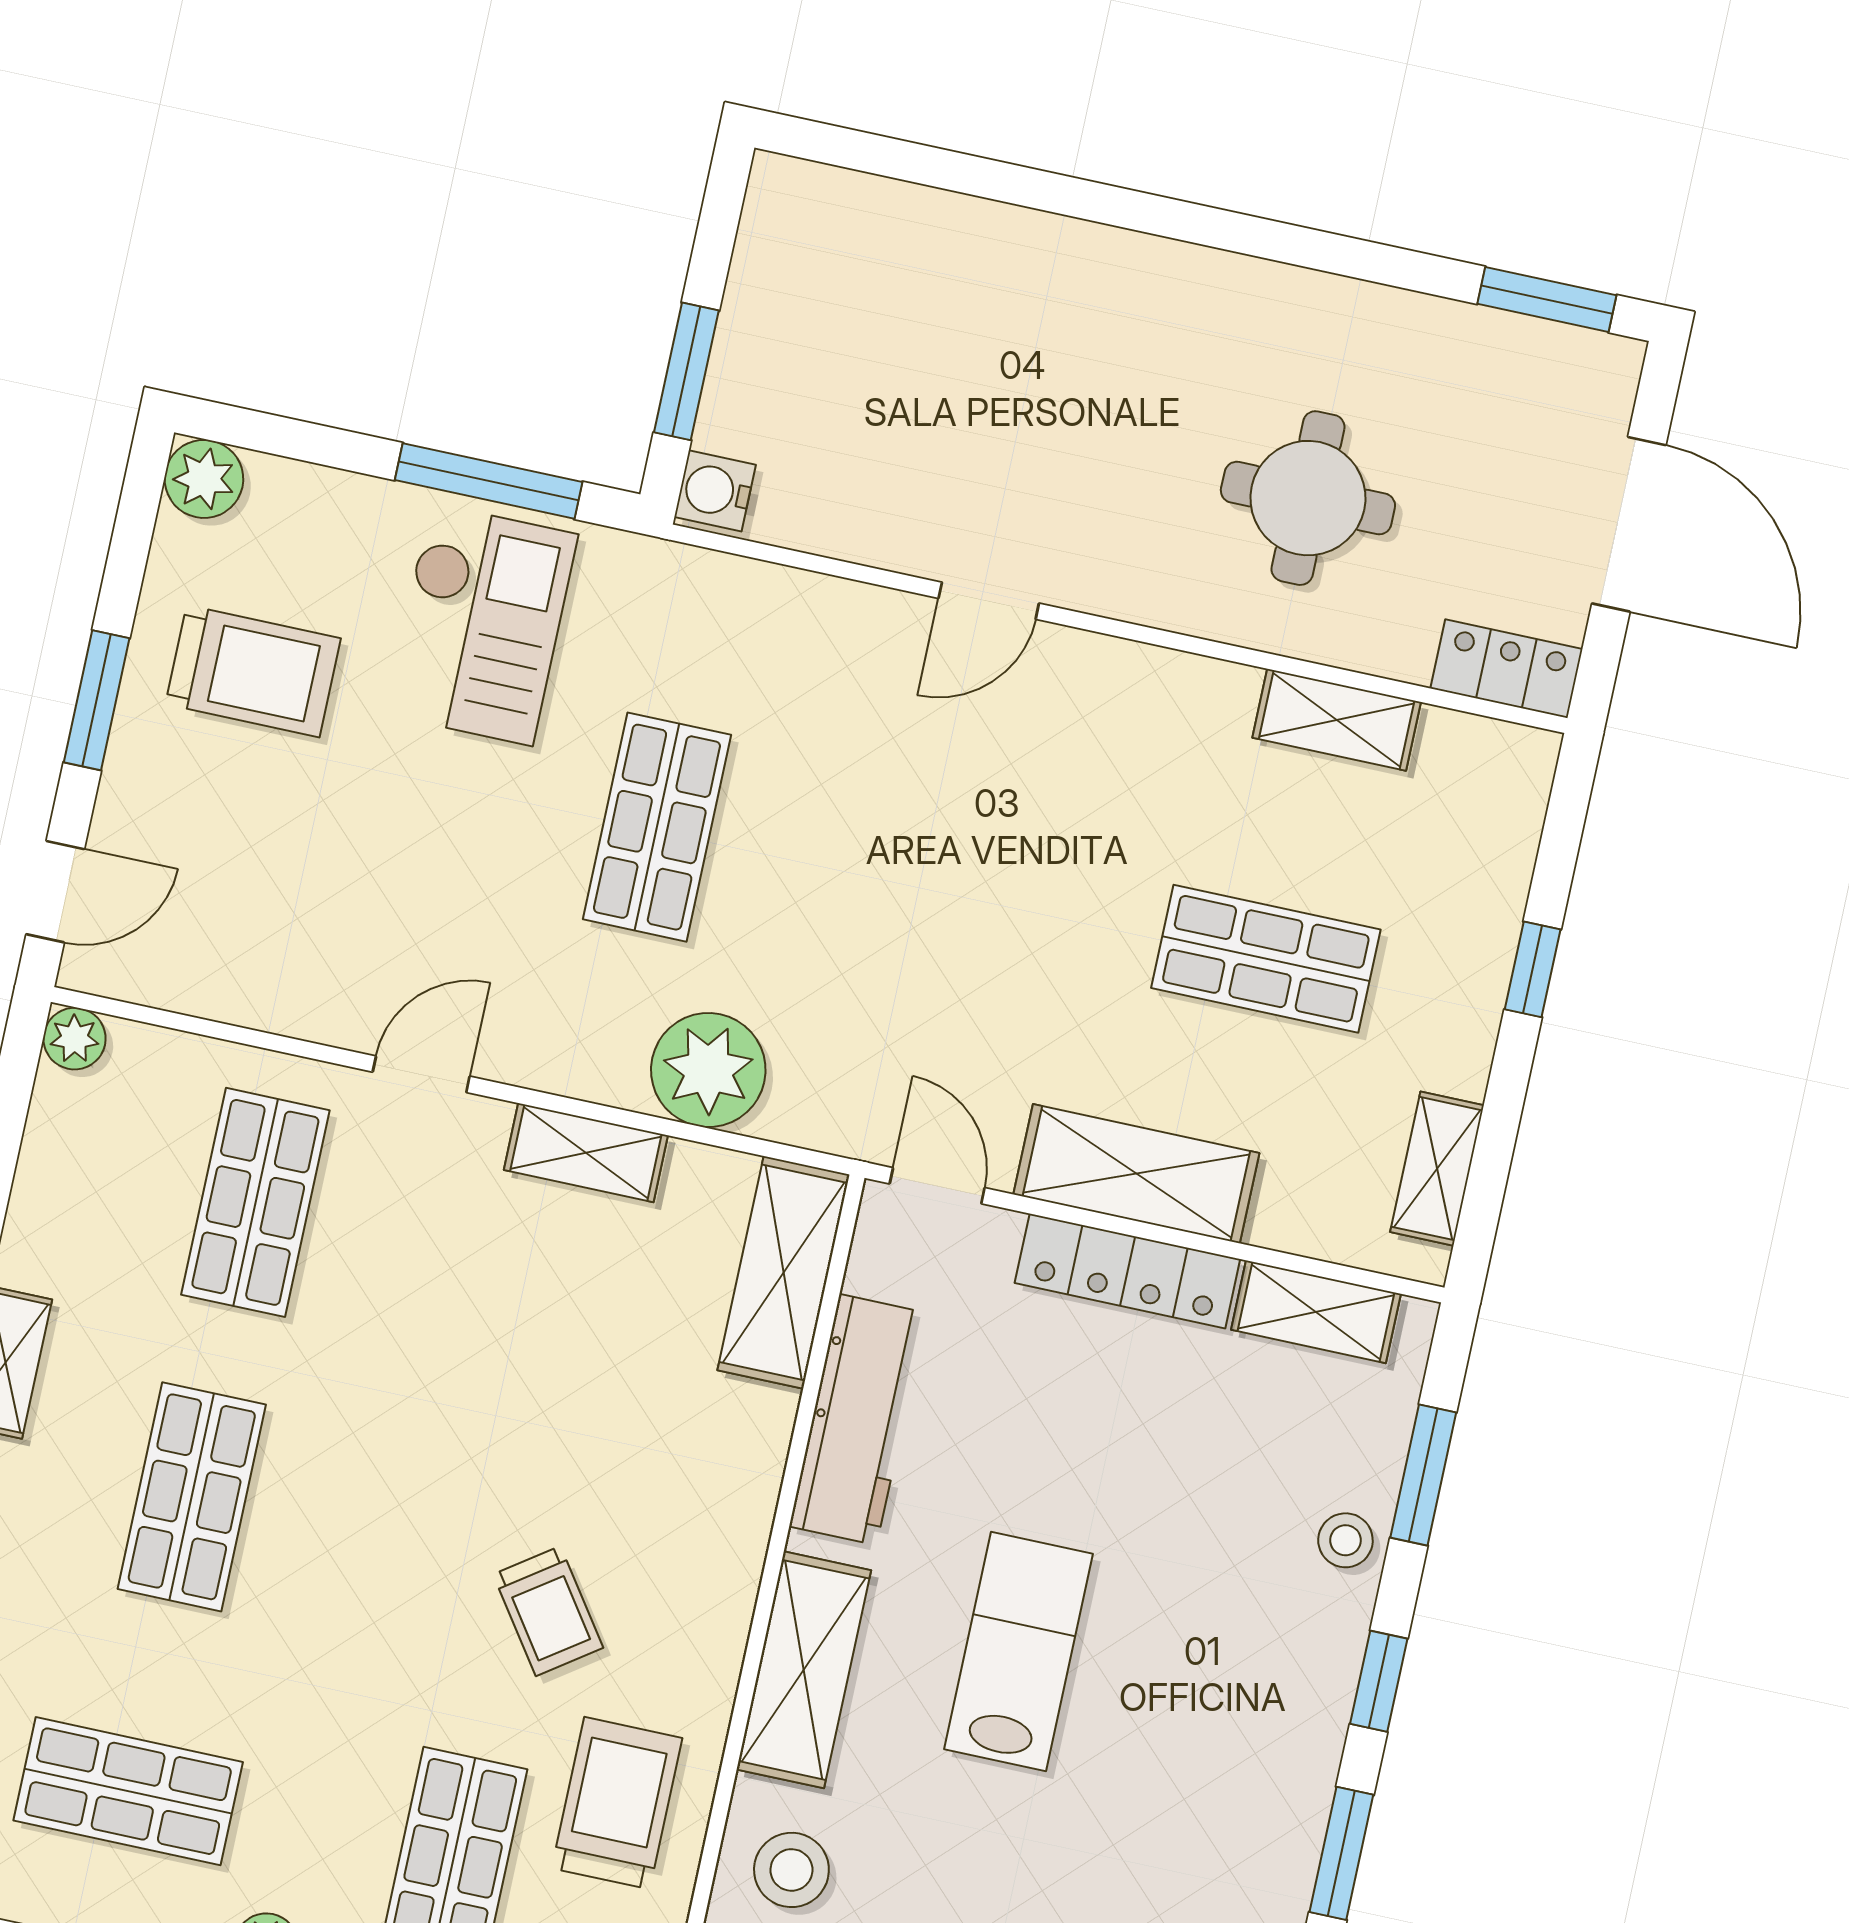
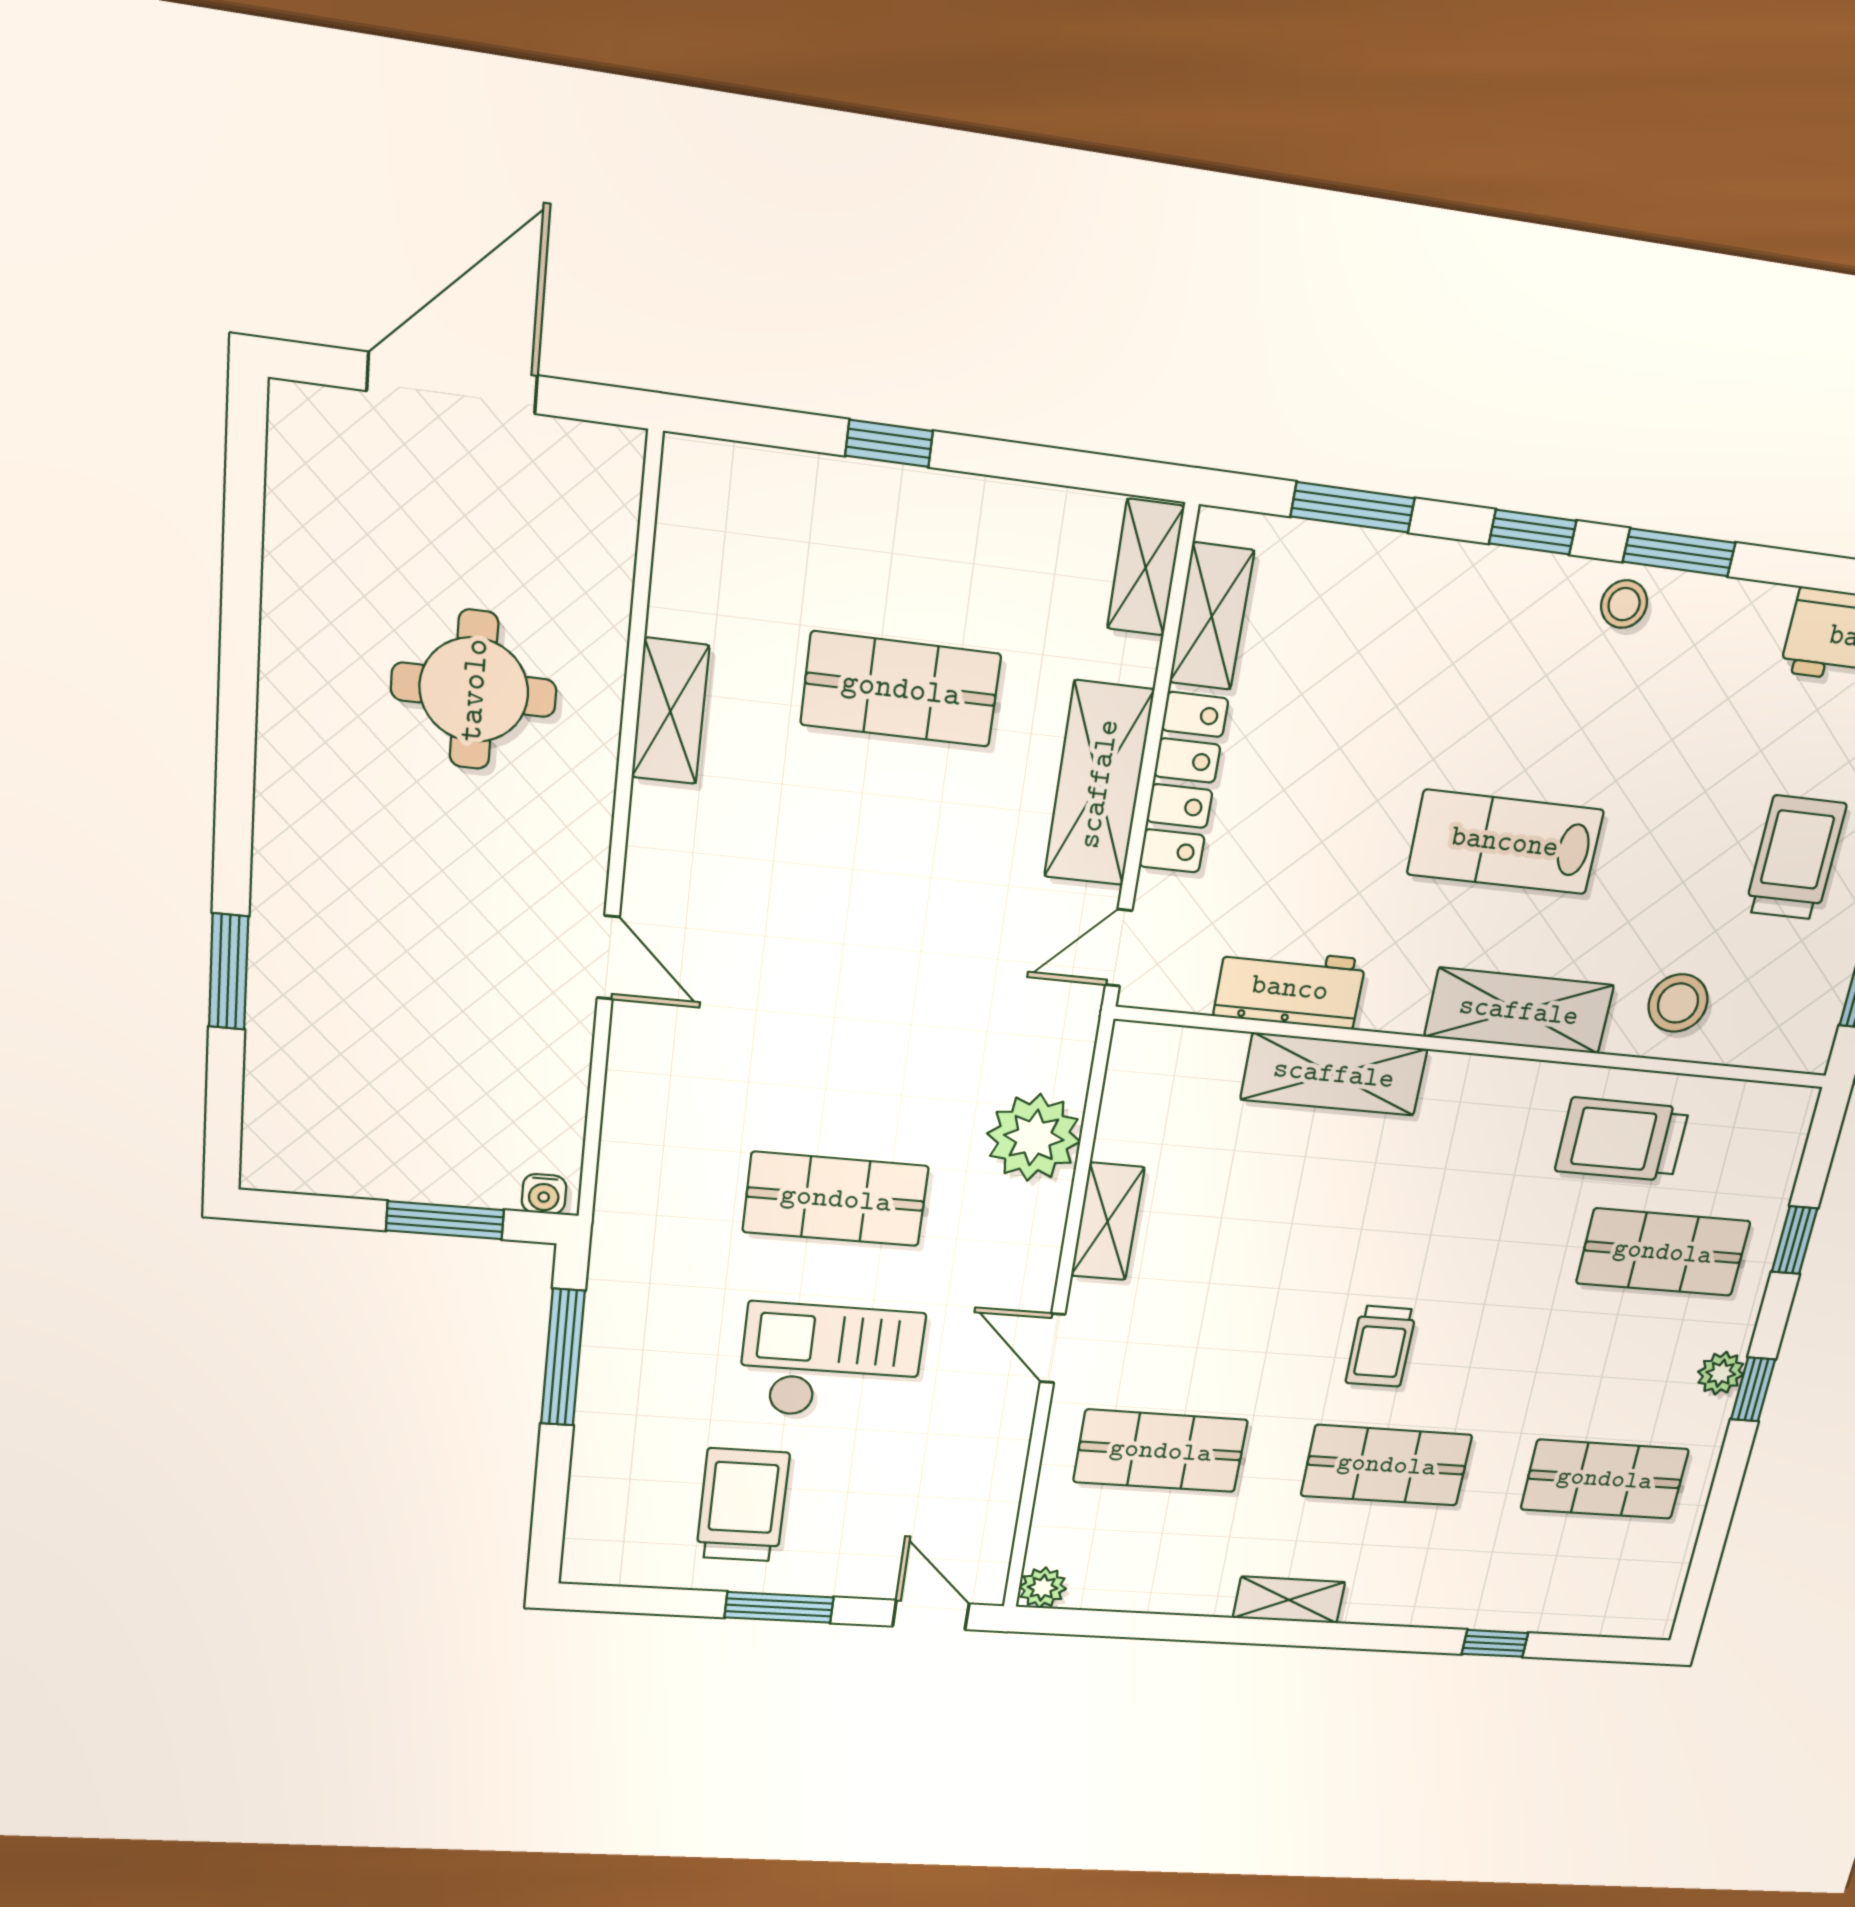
window: (1547, 299) -> (229, 972), moved
plant: (204, 479) -> (593, 1558), removed
water cooler: (715, 491) -> (544, 1194), width x0.72, depth x0.72
checkout: (481, 624) -> (831, 1362), moved
locker: (1506, 669) -> (609, 491), removed
shelving: (1337, 720) -> (670, 711), moved
shop shelf: (1266, 959) -> (901, 689), turned 90
shelving: (1437, 1169) -> (1146, 567), moved, turned 90
shelving: (784, 1272) -> (1334, 1074), moved
workbench: (858, 1420) -> (1290, 988), width x0.73
stool: (1345, 1540) -> (1624, 604), moved
trolley: (548, 1611) -> (1381, 1346), moved, turned 125
shop shelf: (128, 1791) -> (1605, 1479), turned 90

